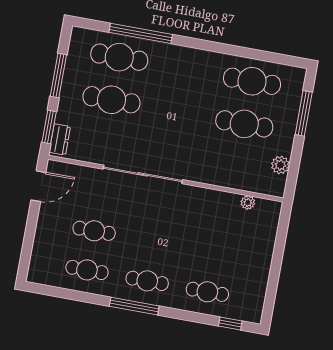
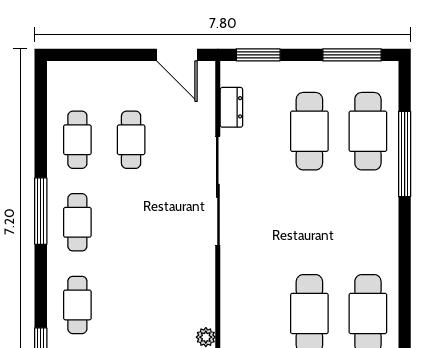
window: (58, 76) -> (352, 55), moved
dresser: (60, 139) -> (231, 107), moved, turned -90

